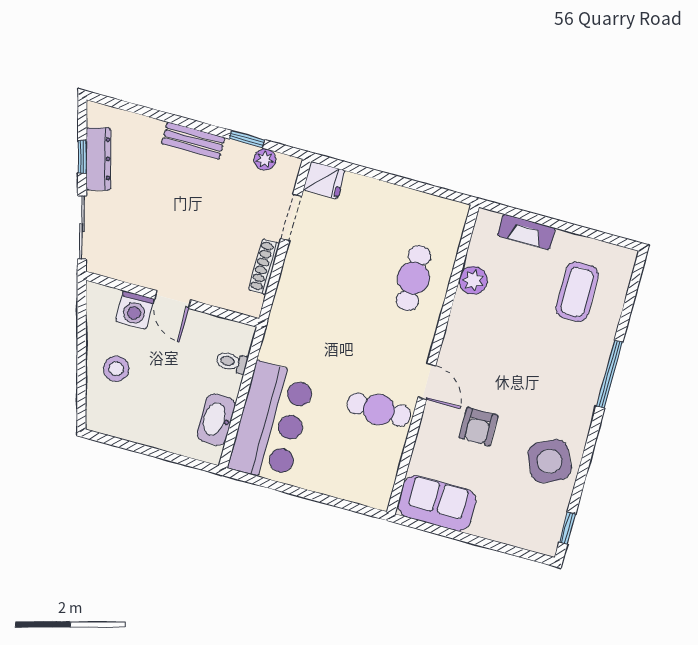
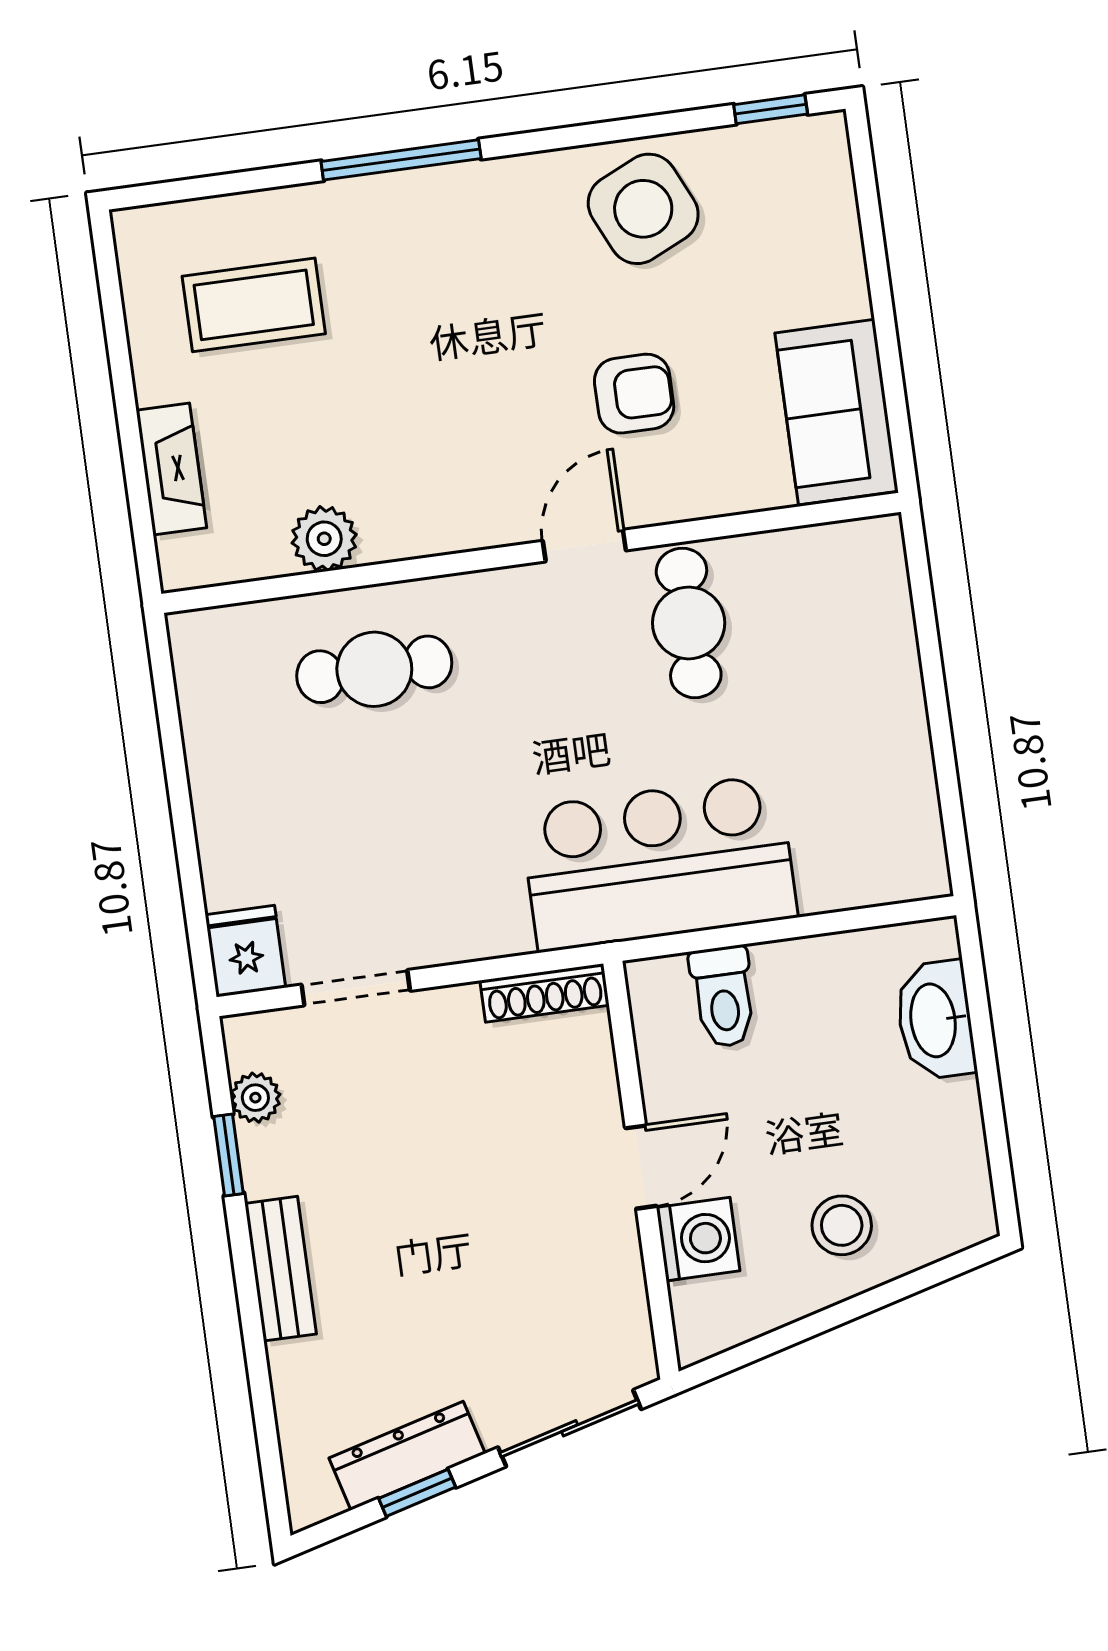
shoe rack: (264, 267) -> (545, 993), moved
toilet: (232, 362) -> (723, 997), width x1.37, depth x1.39
washbasin: (216, 420) -> (935, 1020), moved, turned 90
bar counter: (272, 422) -> (659, 863), moved

